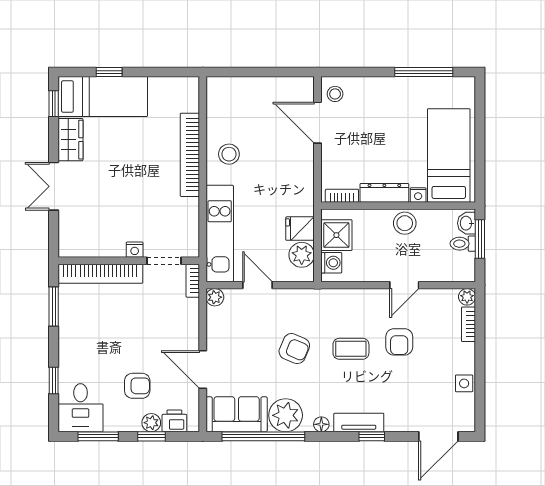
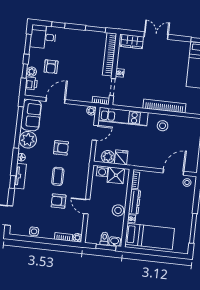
wardrobe: (70, 140) -> (132, 42), moved
armchair: (294, 349) -> (61, 148), turned -113

